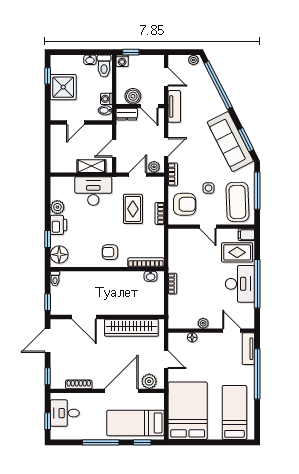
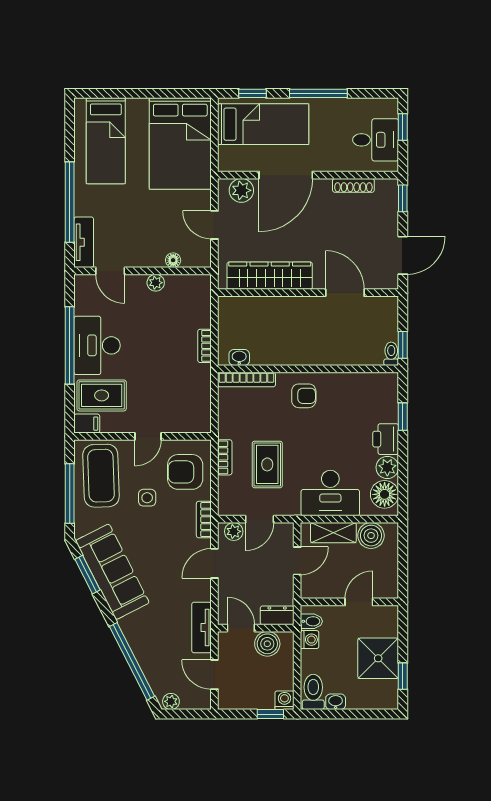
boiler: (68, 164) -> (371, 536), added
door: (208, 227) -> (148, 436), swing flipped
floor lamp: (59, 255) -> (385, 494), moved
window: (48, 302) -> (403, 345), moved

